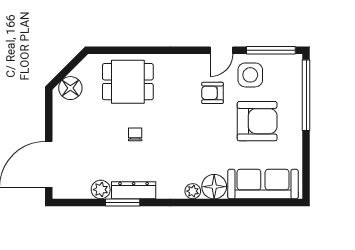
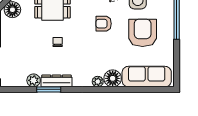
armchair: (212, 93) -> (104, 24), moved
armchair: (257, 121) -> (143, 33), turned -90

